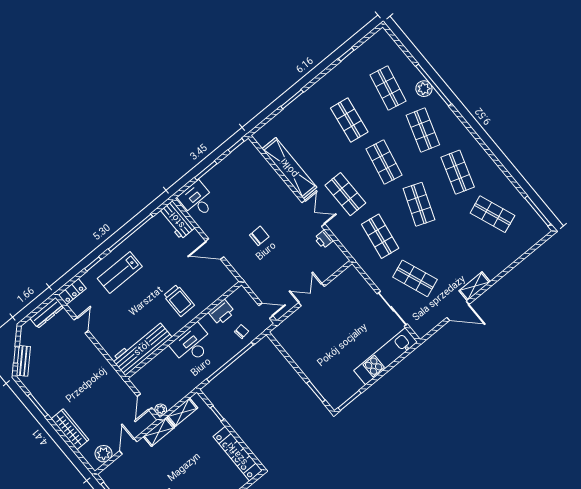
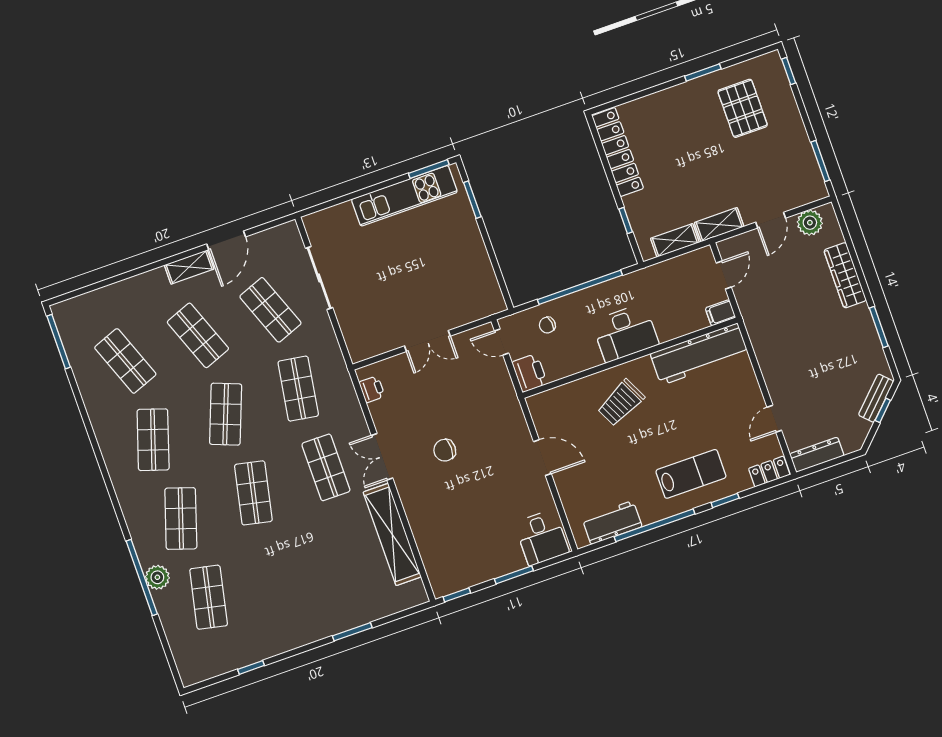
shop shelf: (349, 120) -> (198, 335), moved, turned -30
workbench: (177, 220) -> (612, 523), moved, turned -90
chair: (259, 236) -> (445, 450), moved
printer: (324, 239) -> (372, 389), moved
trolley: (179, 300) -> (621, 403), turned -116
door: (458, 311) -> (226, 240), swing flipped
printer: (222, 312) -> (530, 373), moved, turned 90
kitchen unit: (386, 356) -> (404, 196), moved
filing cabinet: (138, 378) -> (720, 313), added
plant: (161, 410) -> (705, 256), removed

